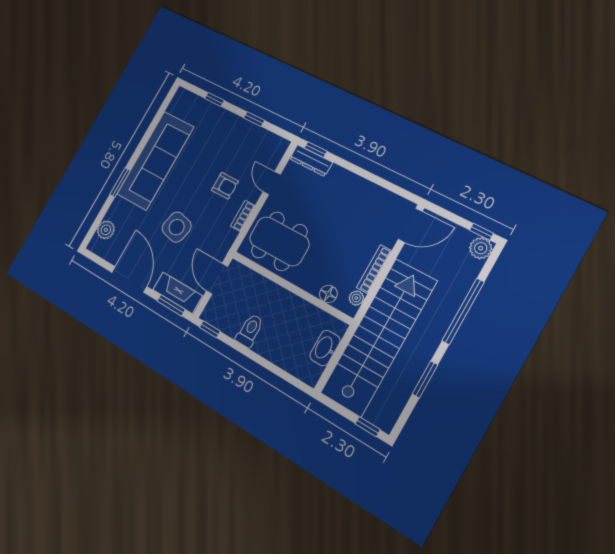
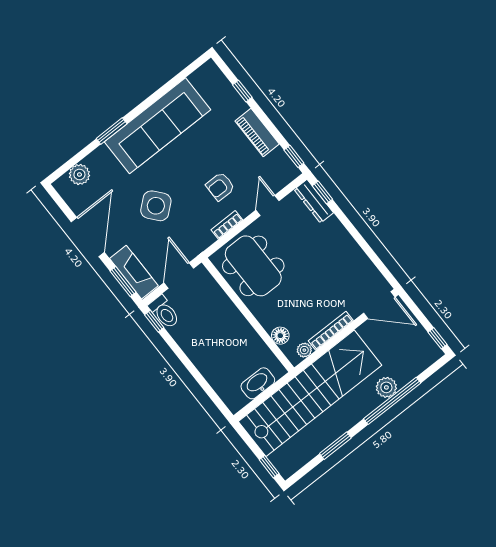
window: (254, 119) -> (294, 156), moved
piano: (239, 127) -> (257, 133), added
armchair: (225, 186) -> (220, 186), turned 90
side table: (177, 227) -> (156, 206), turned 37
plant: (481, 248) -> (386, 387), moved
toilet: (250, 331) -> (164, 312), moved, turned 90

